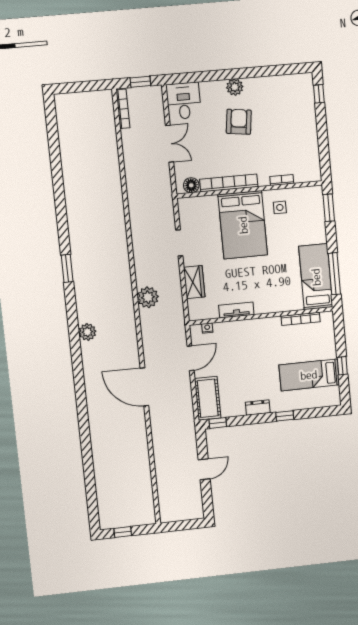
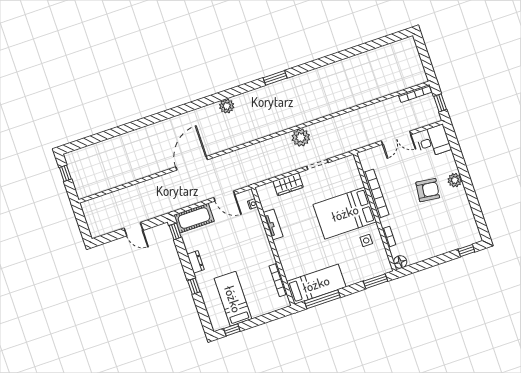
floor lamp: (191, 185) -> (400, 262), moved
plant: (148, 297) -> (301, 137), moved
window: (342, 366) -> (232, 330), moved

